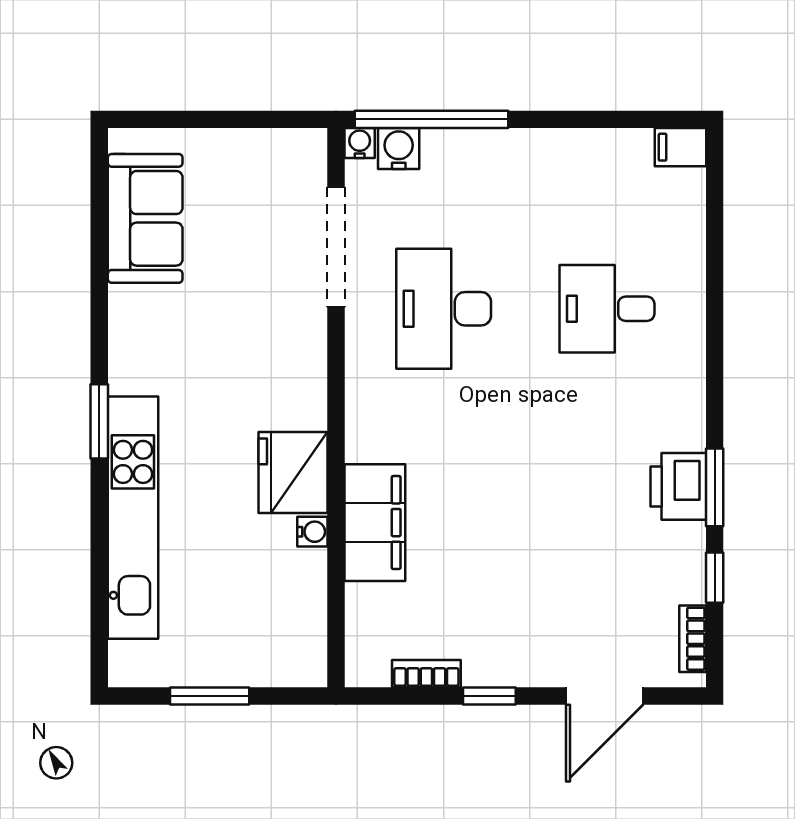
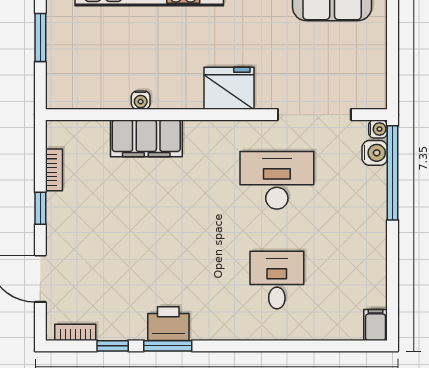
fridge: (293, 473) -> (229, 88), moved

